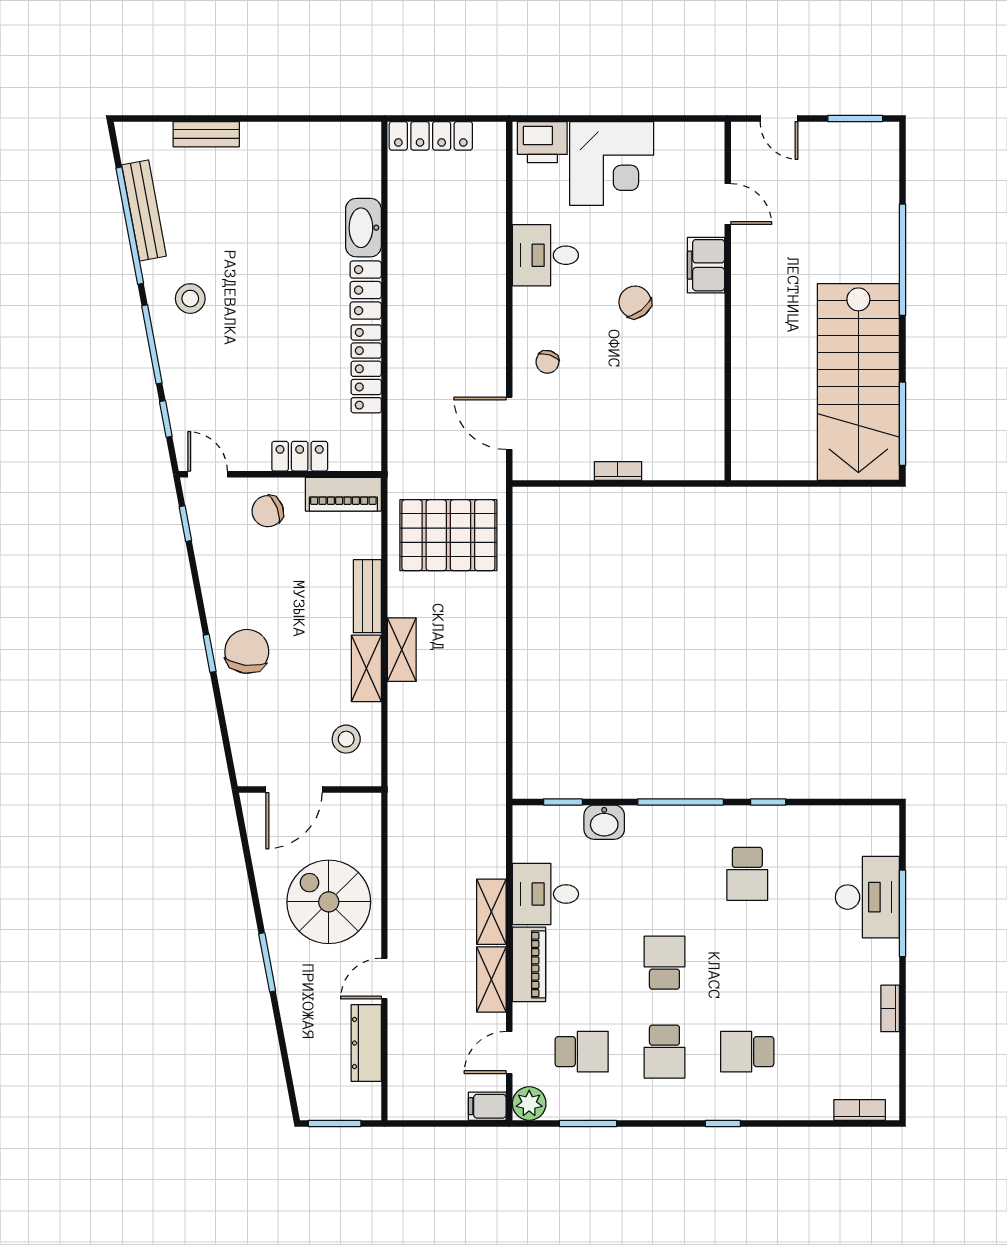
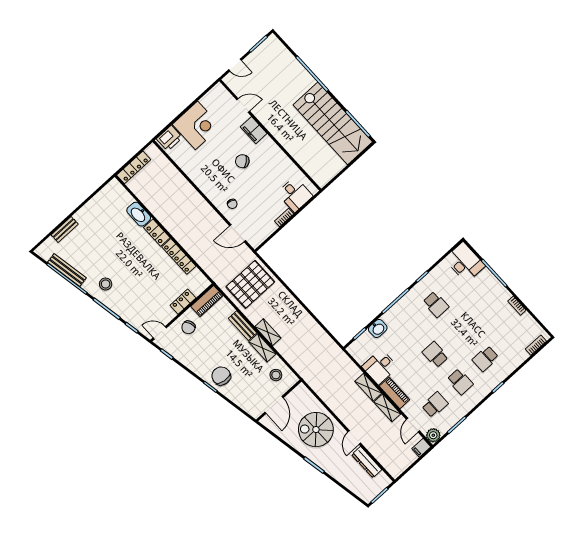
desk: (545, 255) -> (295, 194), moved, turned -90
desk: (867, 897) -> (465, 262), moved

